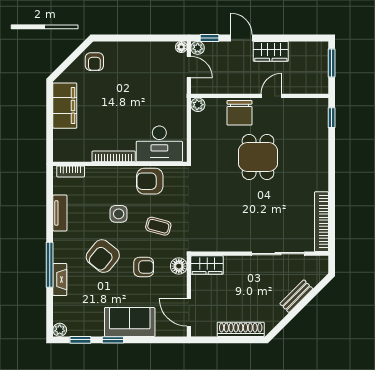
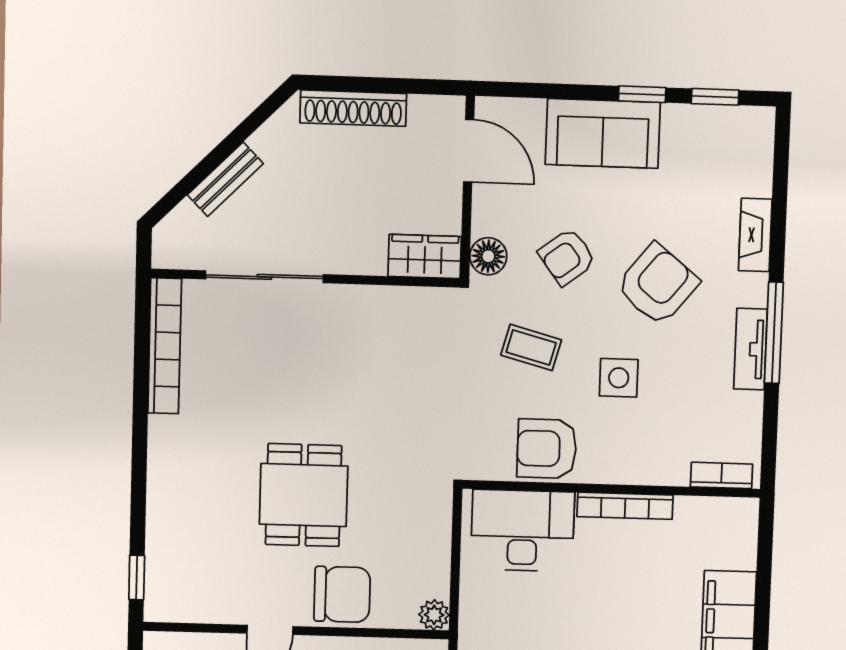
chair: (239, 113) -> (342, 594), turned 90
armchair: (150, 181) -> (547, 449), turned 180
tv unit: (60, 213) -> (750, 349), moved
window: (50, 265) -> (774, 333), moved
armchair: (144, 267) -> (567, 257), turned -37
plant: (60, 330) -> (760, 121), removed

